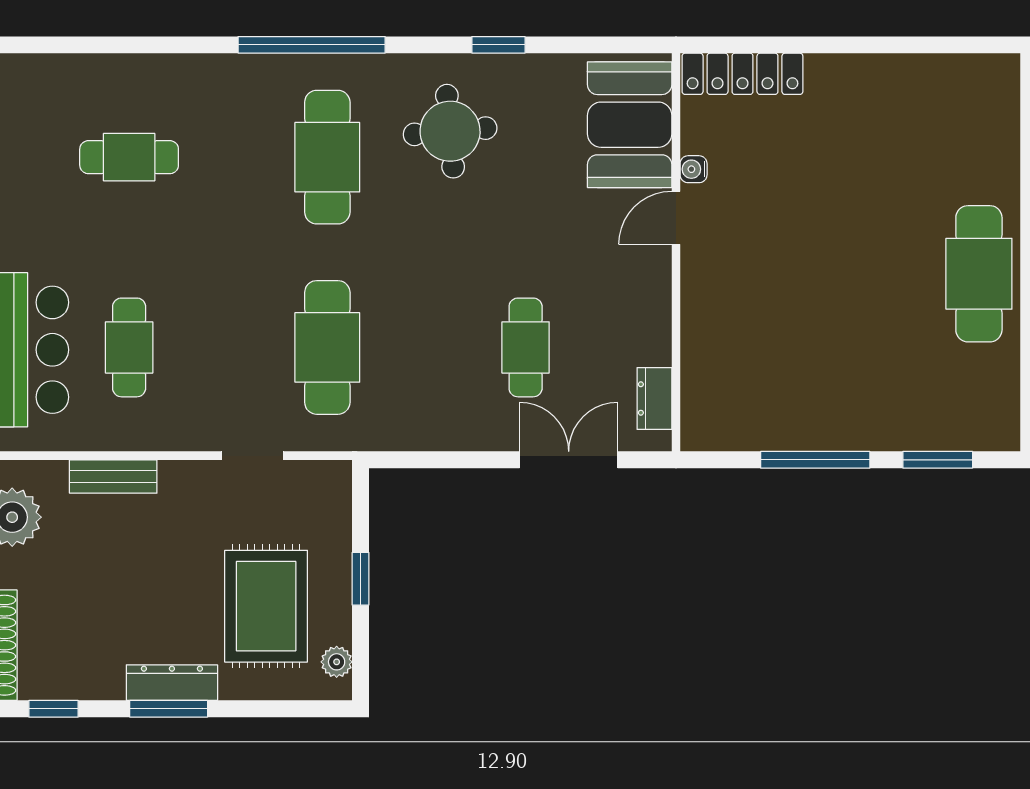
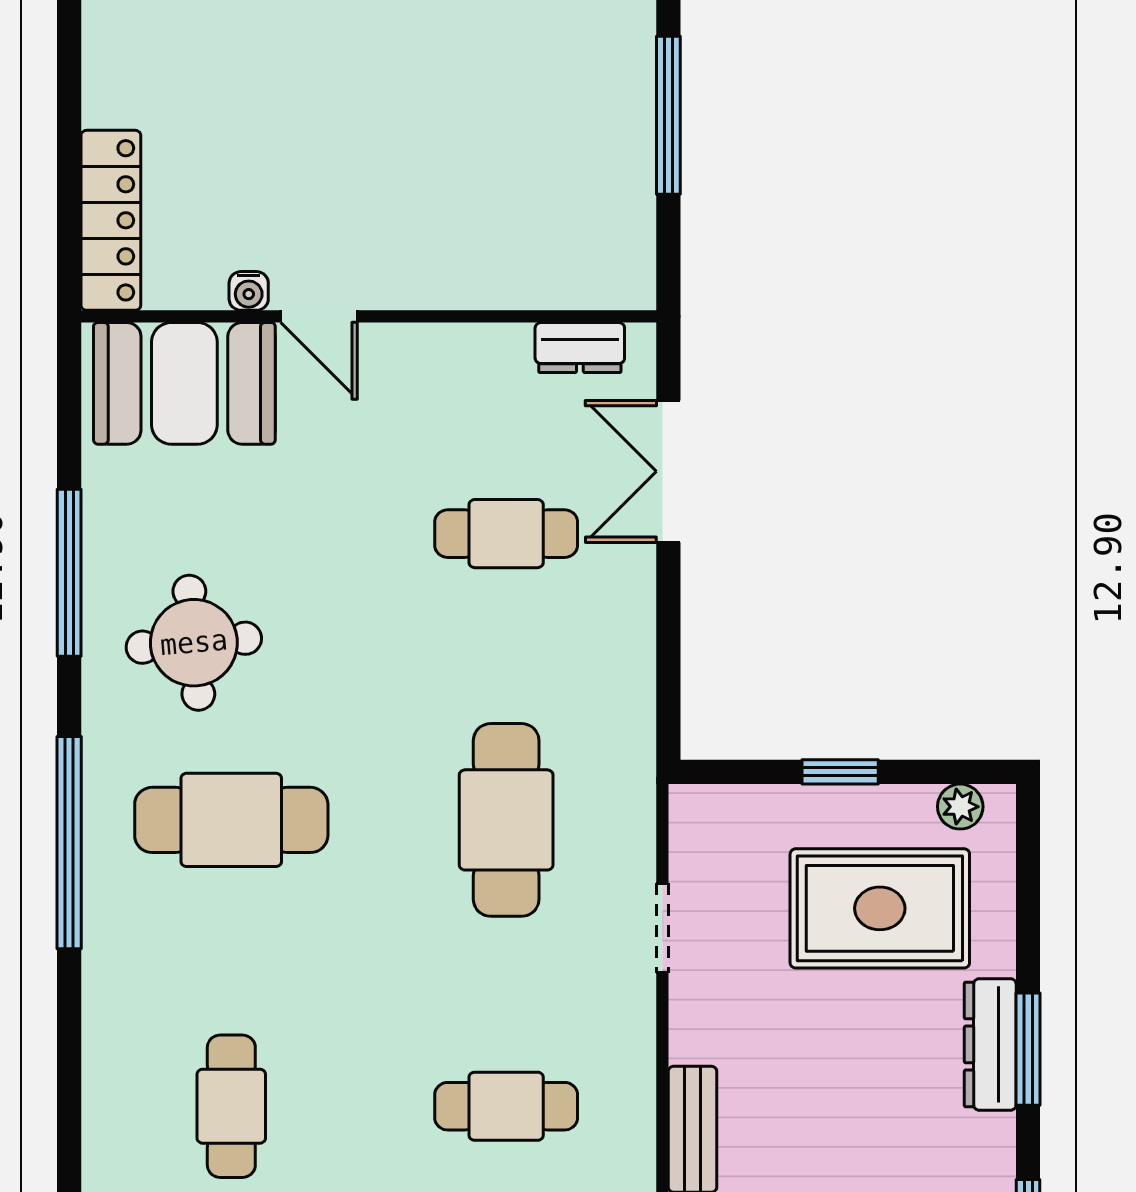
window: (498, 45) -> (69, 573), width x2.17
cafe table: (327, 347) -> (506, 820), turned 90

